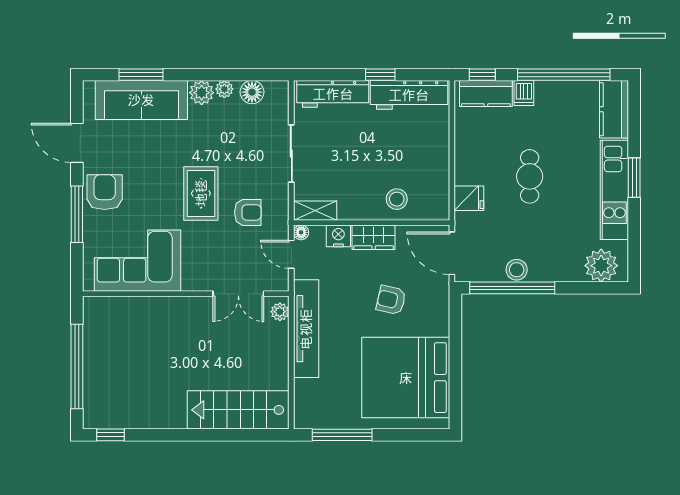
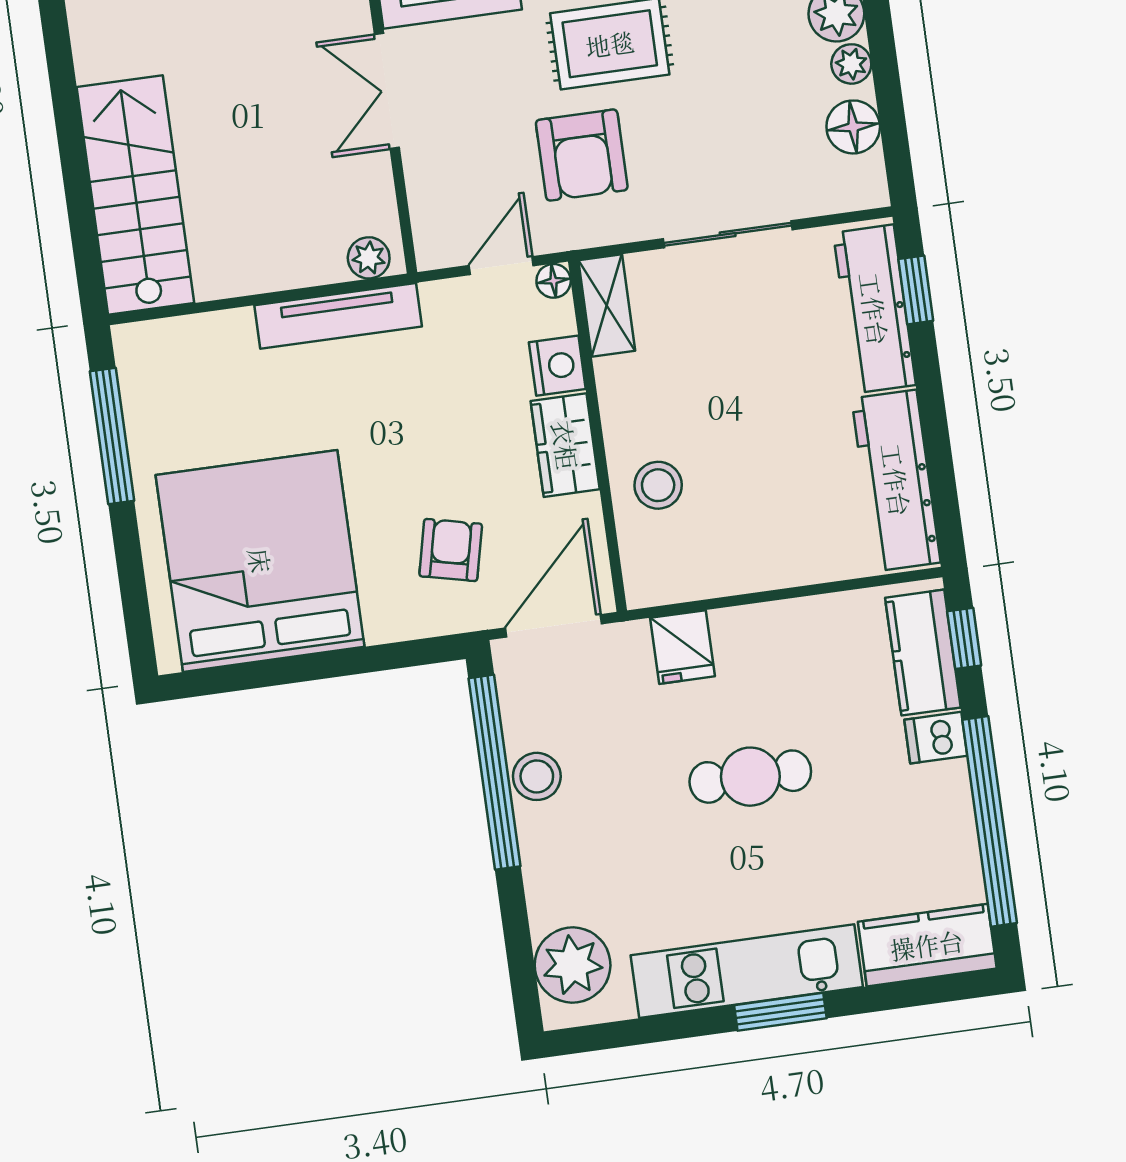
window: (380, 75) -> (916, 290), moved
armchair: (248, 212) -> (582, 155), width x1.38, depth x1.38
double door: (238, 294) -> (387, 91), moved
armchair: (391, 300) -> (451, 550), moved
tv unit: (306, 329) -> (338, 316), width x0.73, depth x0.78

